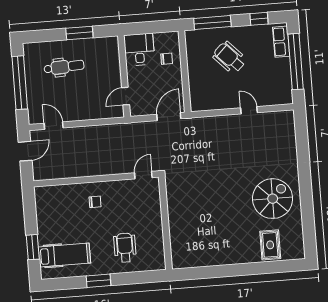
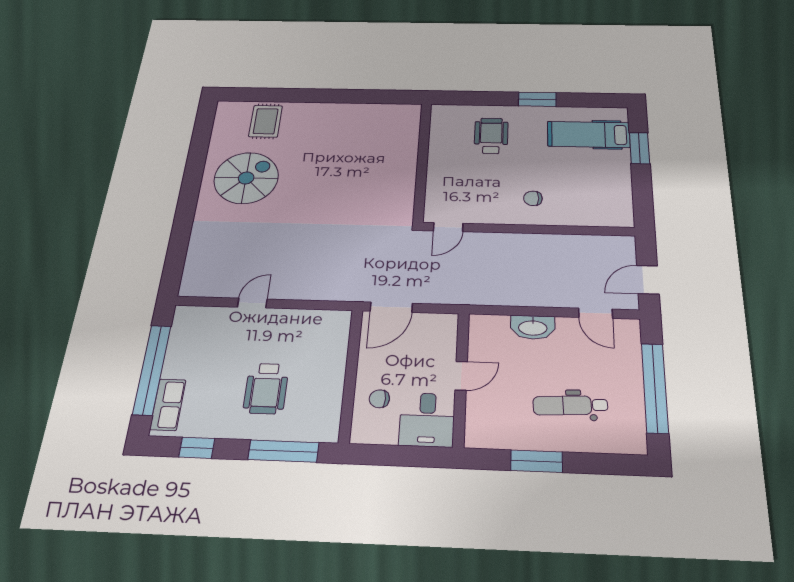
wheelchair: (229, 58) -> (266, 388), turned 44
door: (126, 96) -> (461, 376), moved
door: (249, 110) -> (252, 303), swing flipped
washbasin: (88, 113) -> (533, 327), added
spiral stairs: (273, 199) -> (246, 178), turned 180
wheelchair: (125, 248) -> (491, 136), turned 180

